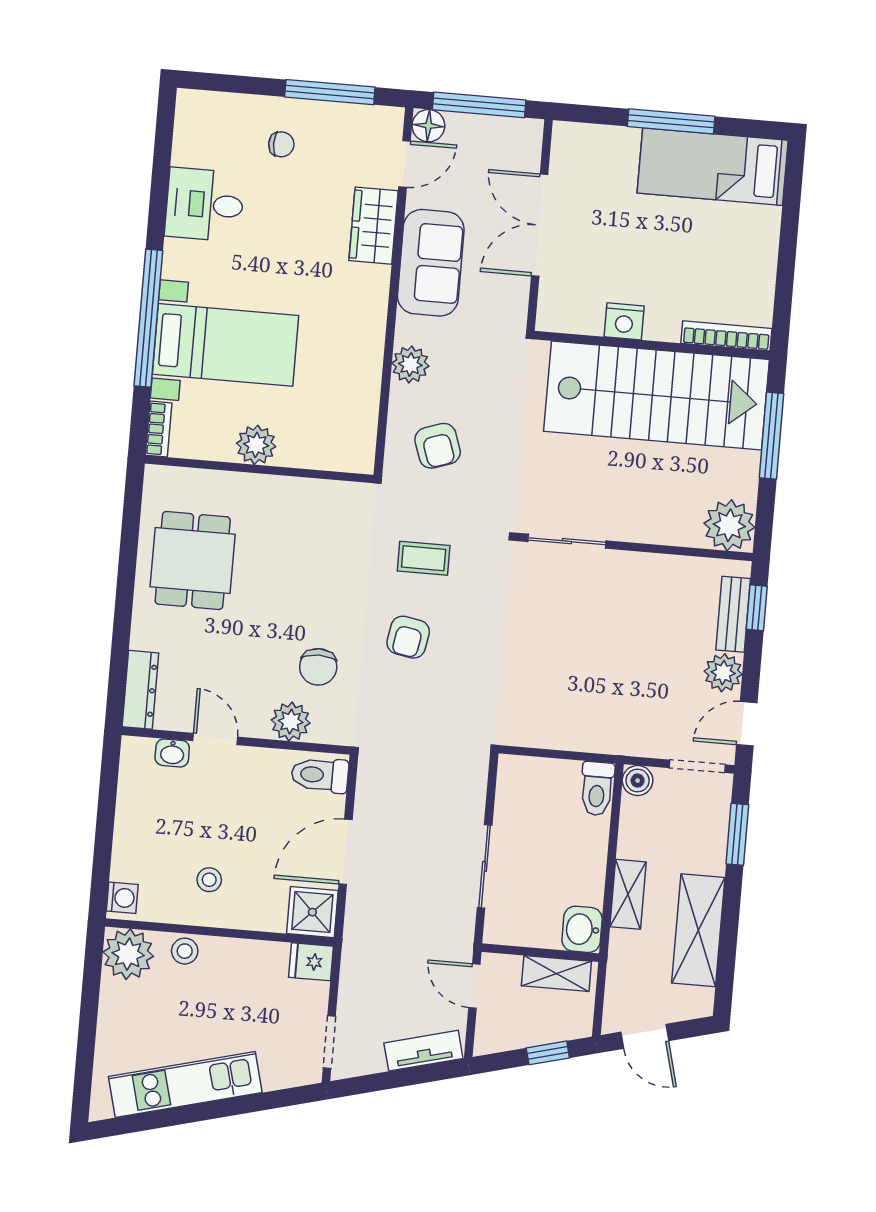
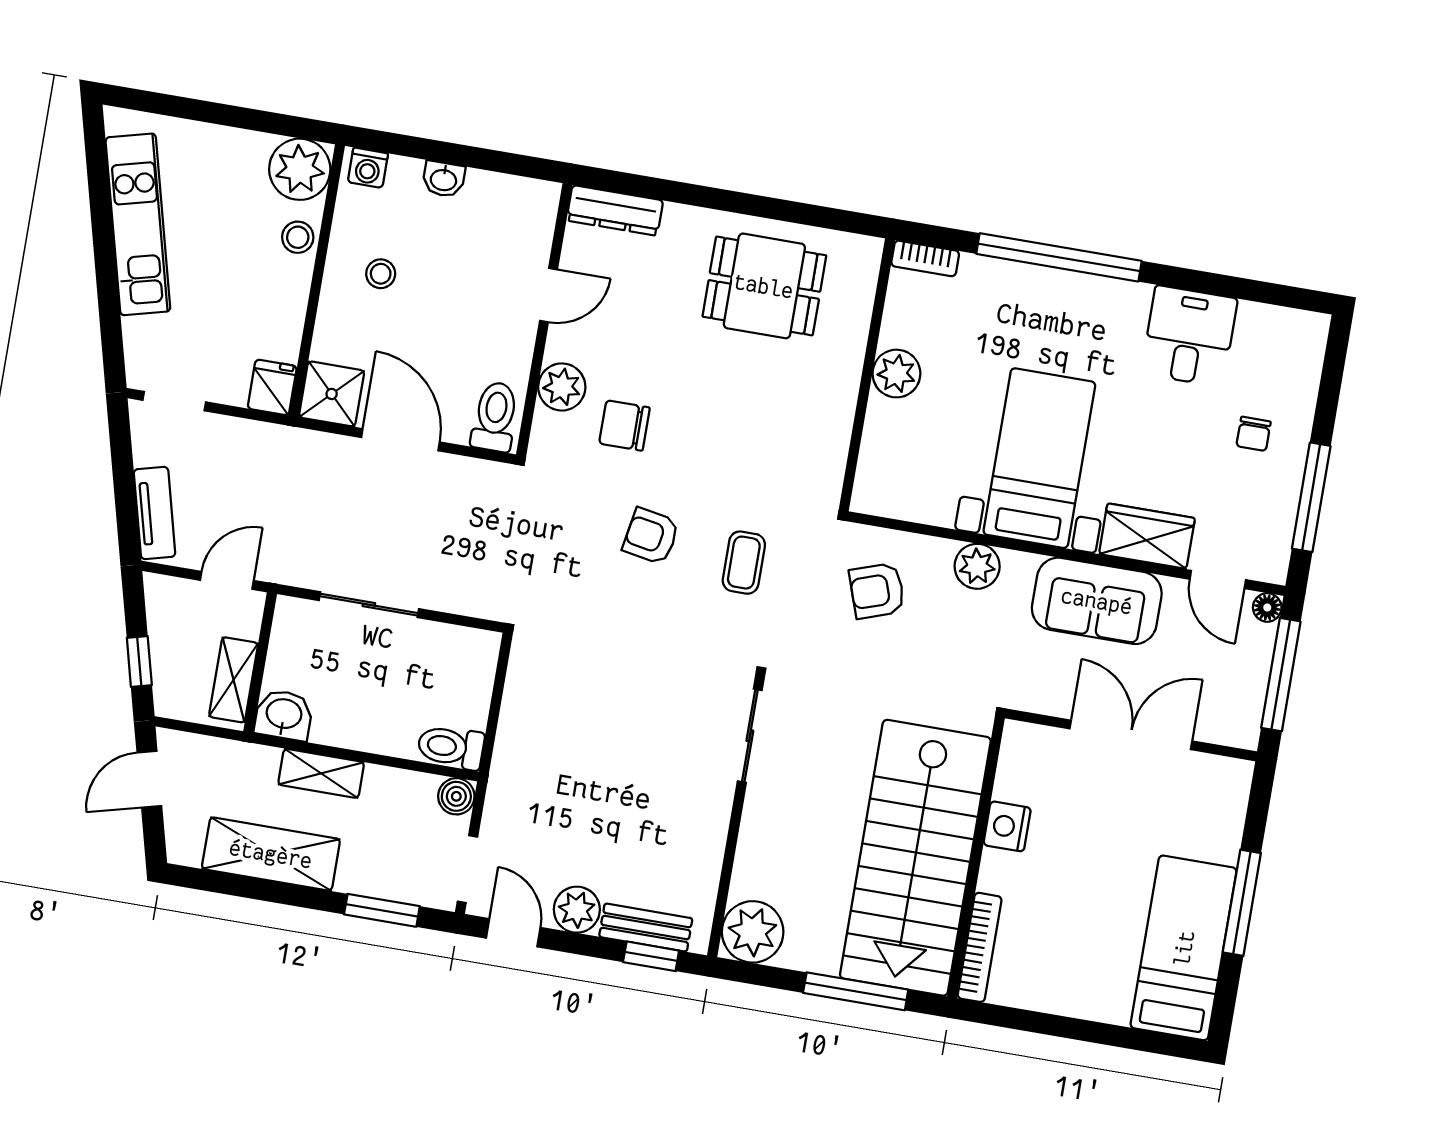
floor lamp: (428, 126) -> (1267, 607), width x0.73, depth x0.73
bed with nightstands: (225, 345) -> (1039, 458), moved, turned 180
washbasin: (172, 753) -> (444, 179), moved, turned -90

